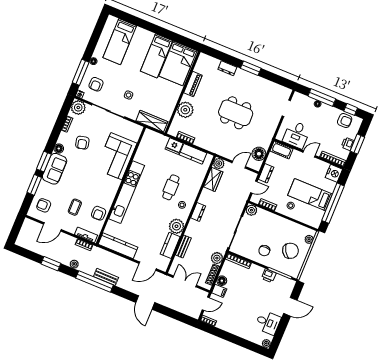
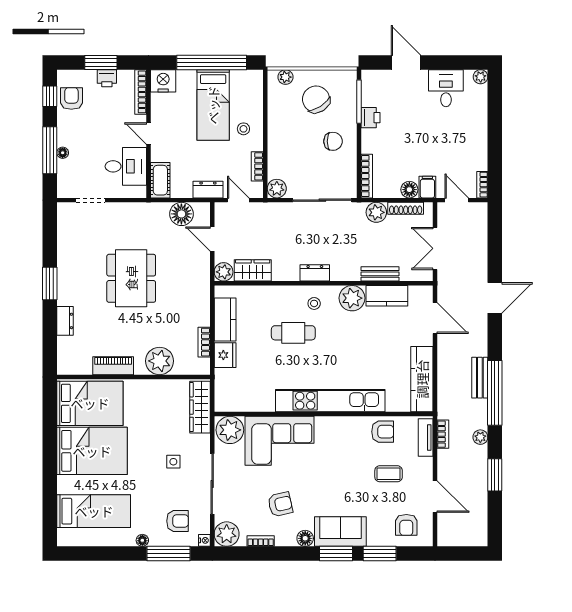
bed: (156, 56) -> (92, 451), width x1.50
plant: (133, 132) -> (230, 430), added

